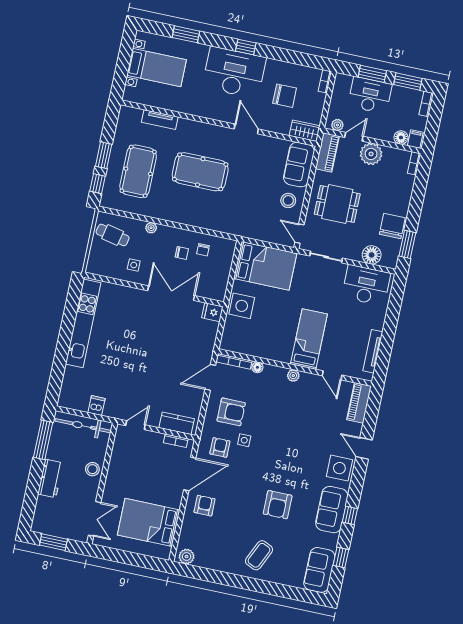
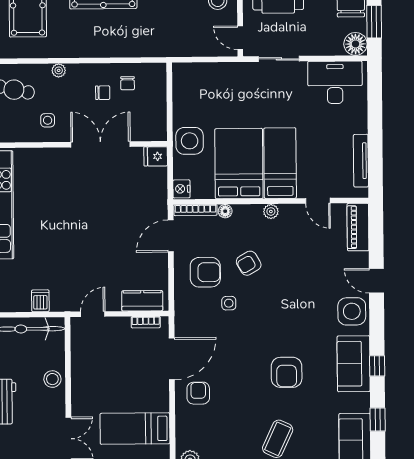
floor lamp: (372, 255) -> (355, 44), moved
bed: (265, 266) -> (239, 164), moved, turned -90
nightstand: (227, 342) -> (181, 189), added
armchair: (220, 447) -> (249, 263), moved, turned -120
bed: (149, 522) -> (135, 429), width x0.67

